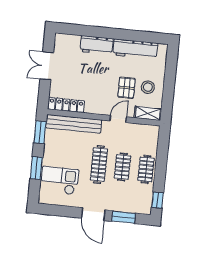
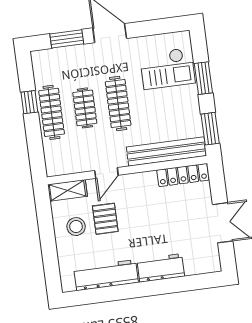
clothes rail: (146, 169) -> (52, 112), width x1.36
window: (157, 200) -> (29, 102), moved

